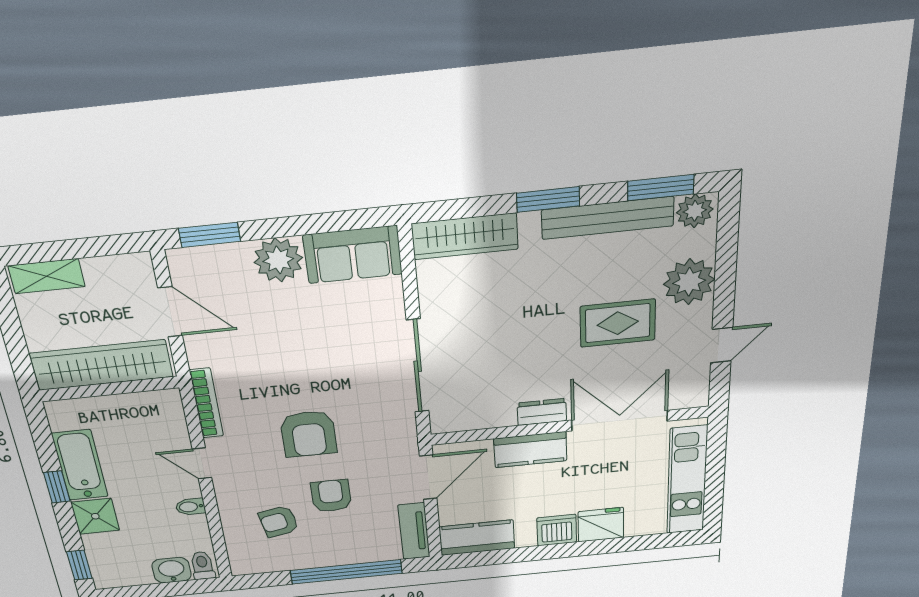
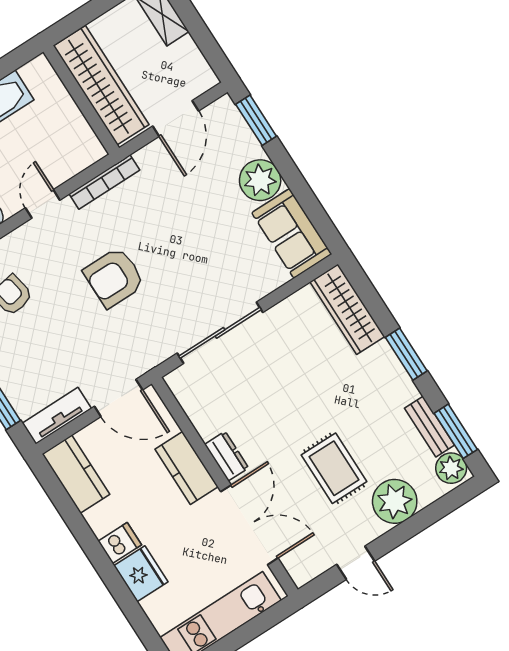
bench: (608, 218) -> (429, 427), width x0.54, depth x0.82
armchair: (331, 496) -> (60, 326), removed
dishwasher: (557, 530) -> (120, 543), width x0.73

